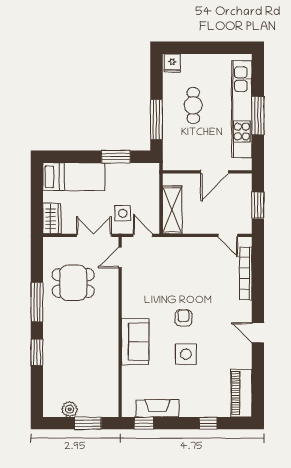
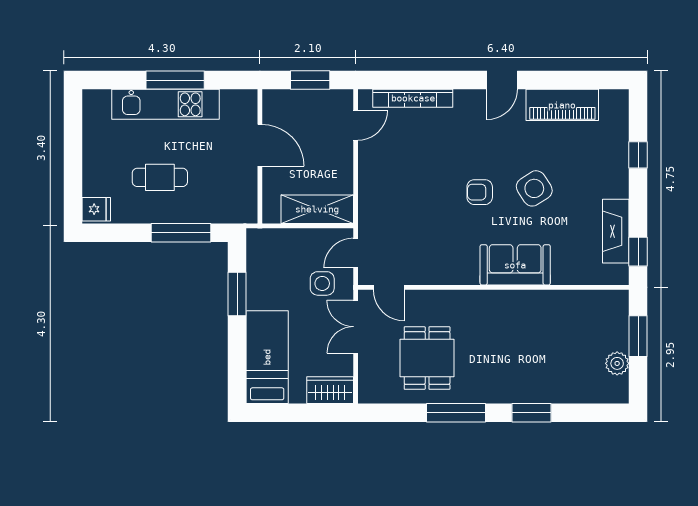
kitchen unit: (242, 109) -> (166, 104), width x0.73
side table: (186, 354) -> (534, 188), turned -33
piano: (241, 393) -> (562, 105), moved

